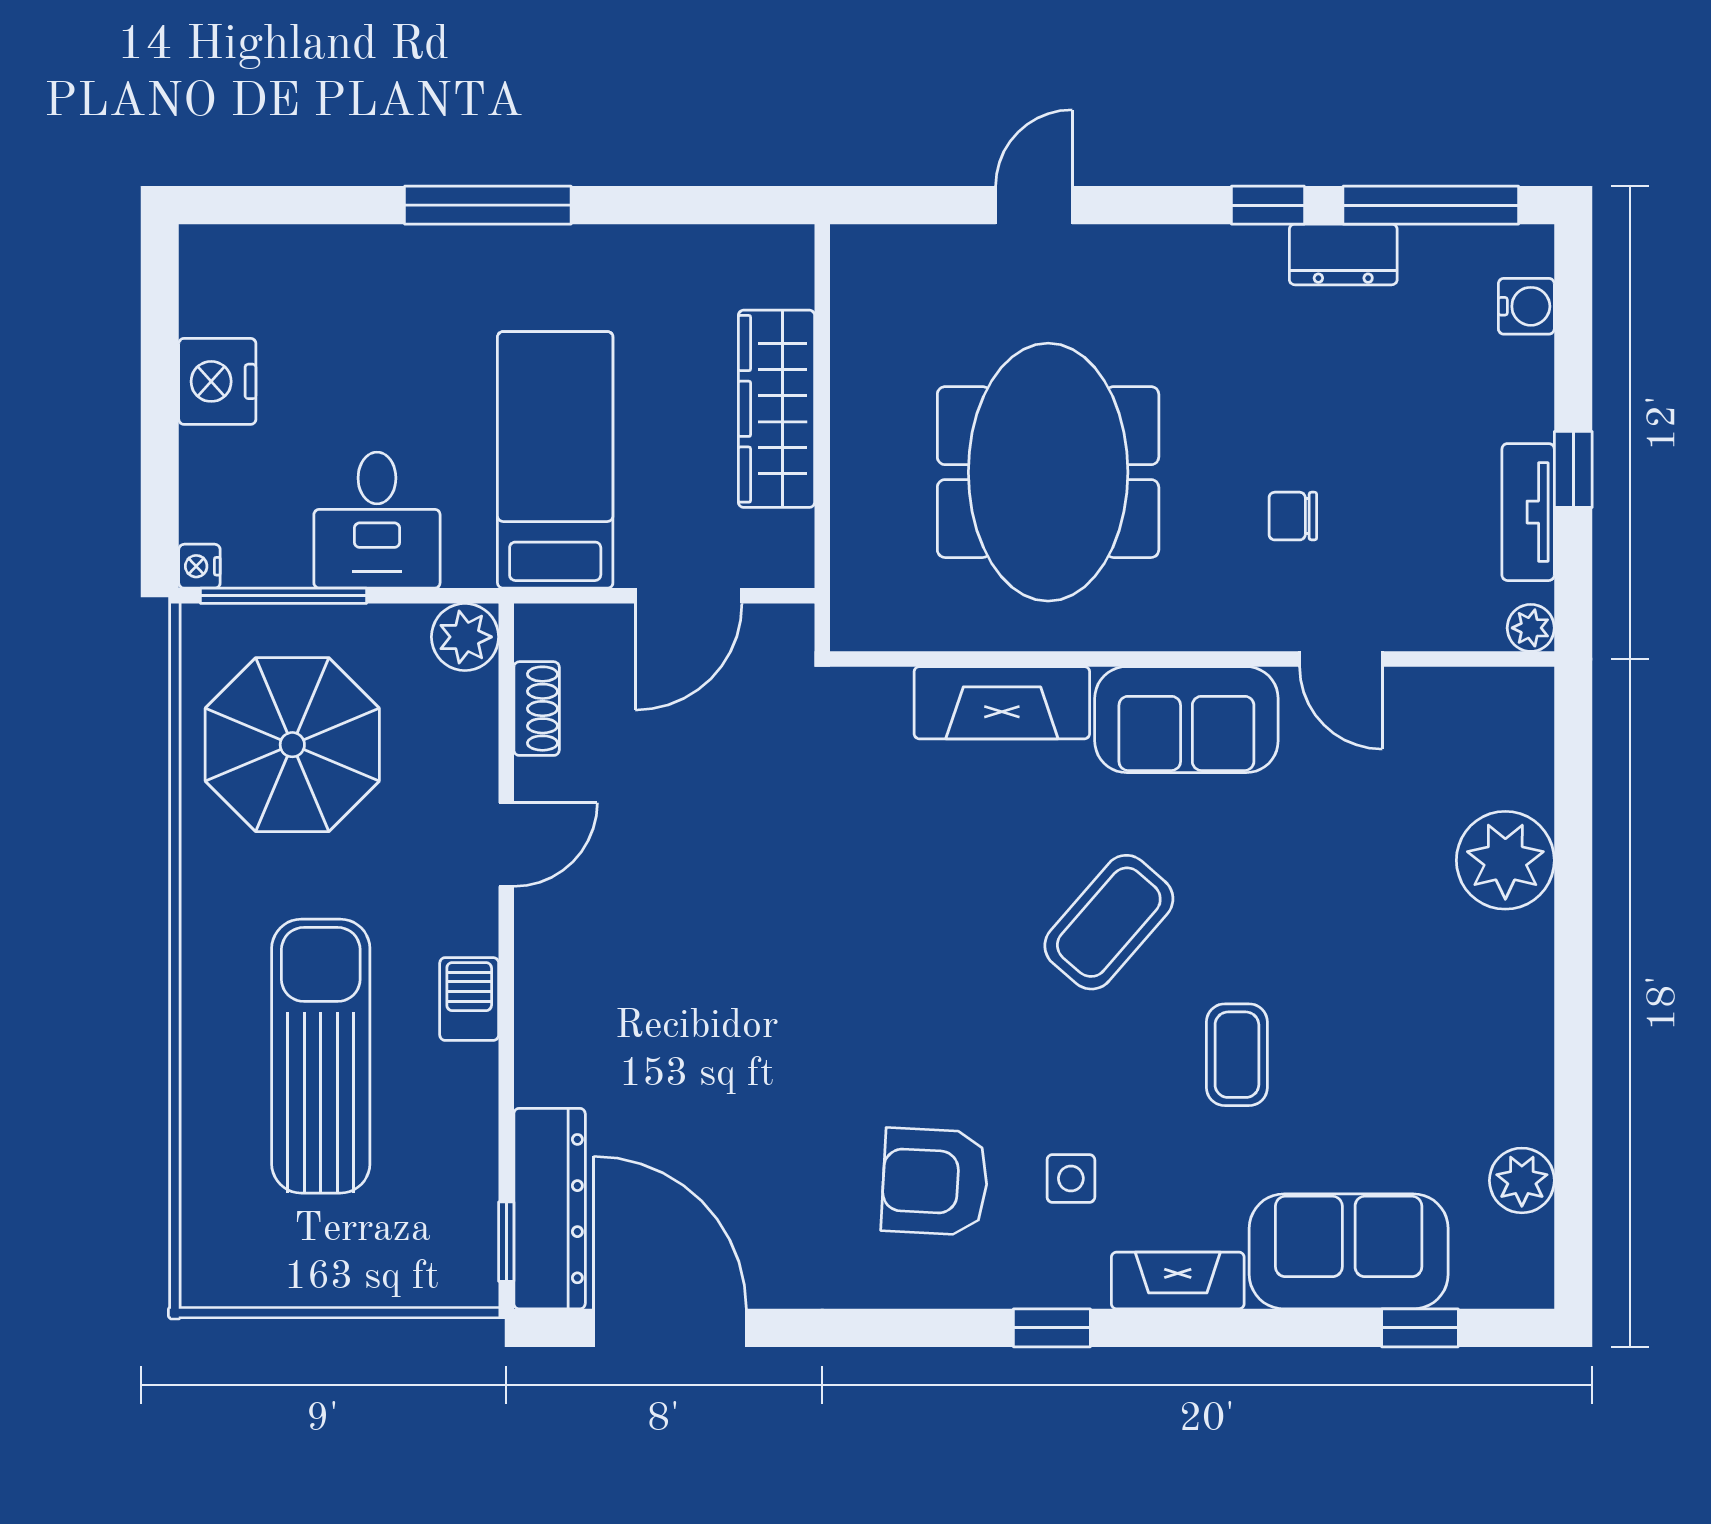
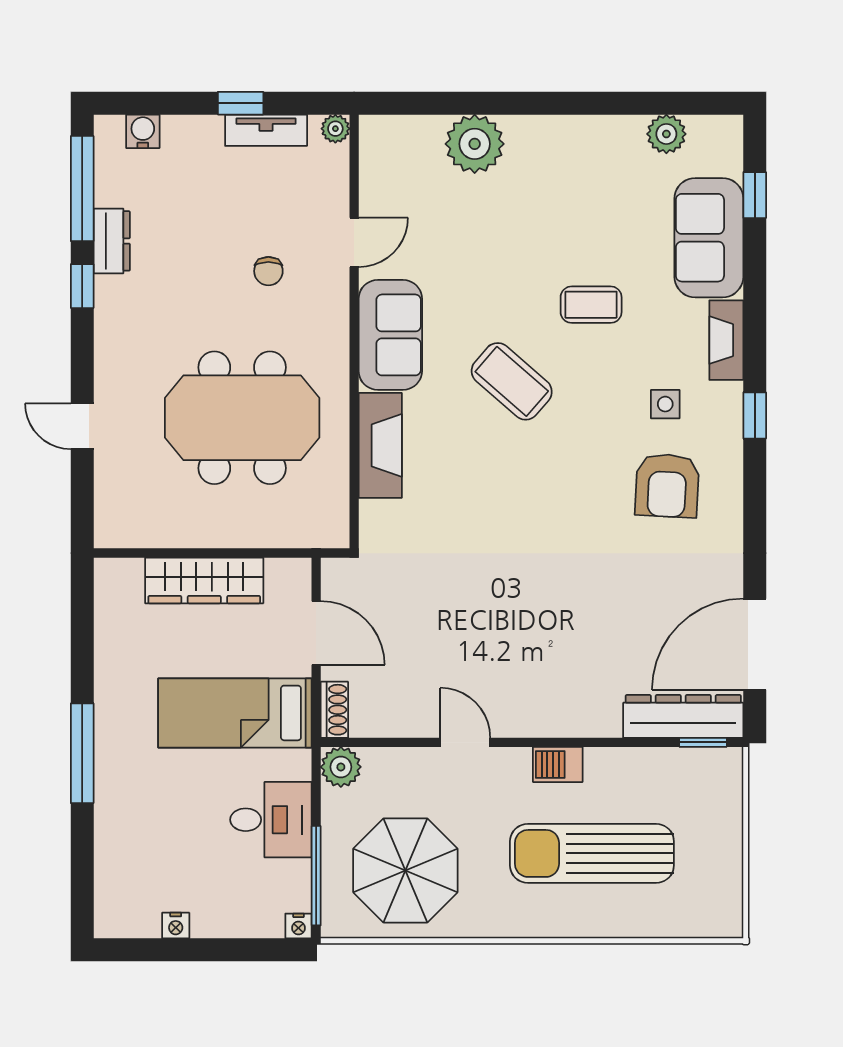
nightstand: (217, 381) -> (176, 926), width x0.53, depth x0.56
shoe rack: (537, 709) -> (334, 710), moved, turned 90

